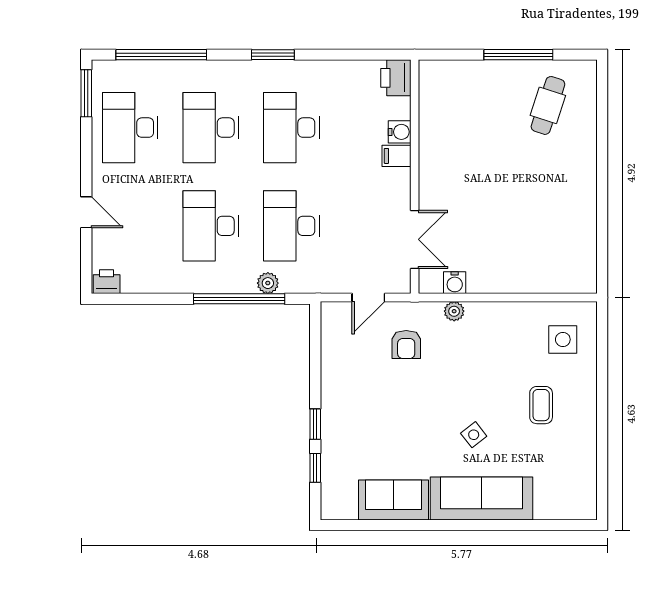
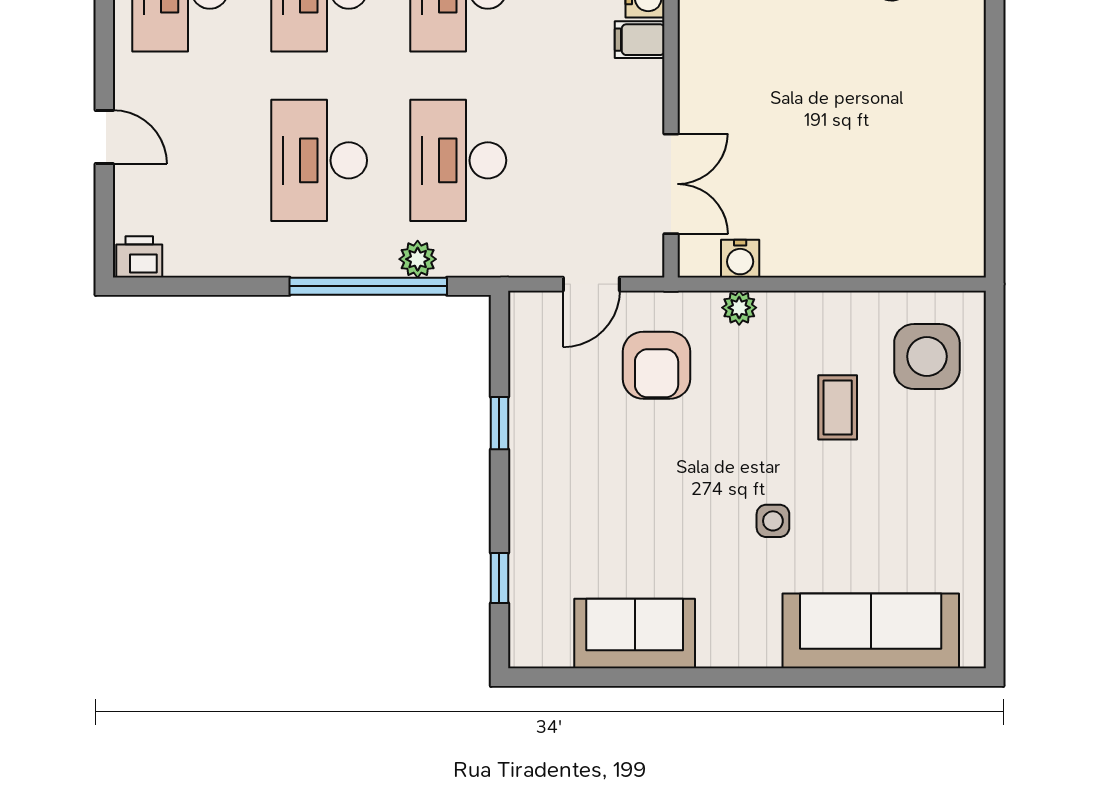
side table: (563, 339) -> (927, 356), width x1.37, depth x1.37
armchair: (406, 345) -> (657, 365), width x1.38, depth x1.38
coffee table: (541, 405) -> (838, 407), moved
window: (315, 424) -> (499, 423), moved
side table: (474, 435) -> (773, 521), turned 38
sofa: (482, 498) -> (871, 631), moved

